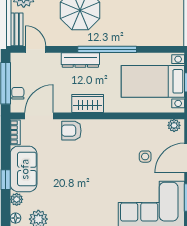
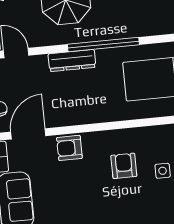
wardrobe: (88, 104) -> (86, 113), removed
armchair: (114, 149) -> (124, 166), added

